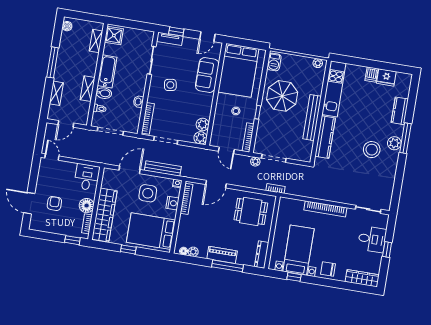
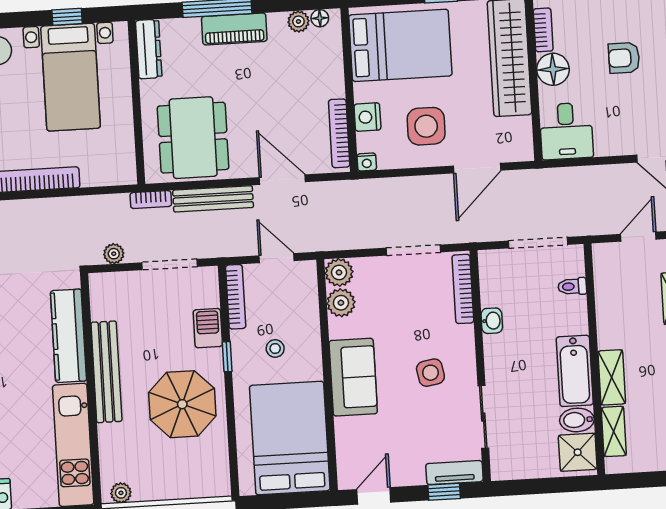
barbecue: (274, 62) -> (208, 328), moved
sofa: (207, 75) -> (353, 377), moved
shelving: (88, 89) -> (612, 377), moved
bidet: (104, 93) -> (577, 420), moved
plant: (255, 162) -> (114, 254), moved
bench: (163, 169) -> (213, 199), moved
door: (216, 184) -> (282, 180), hinge flipped
armchair: (54, 203) -> (624, 58), turned 90
dining table: (251, 211) -> (193, 138), width x1.38

